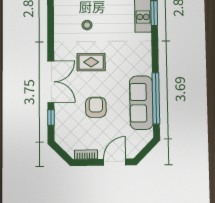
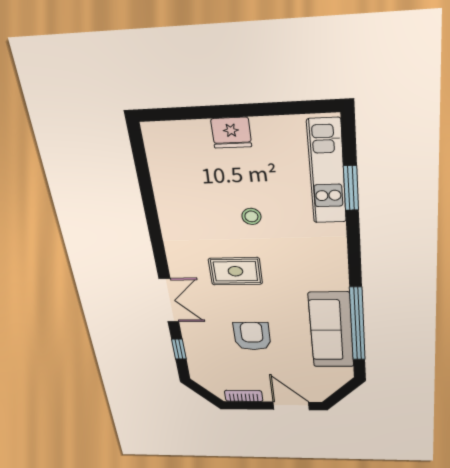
stool: (87, 25) -> (251, 216), moved
double door: (51, 82) -> (169, 300), width x0.73
door: (115, 162) -> (291, 406), hinge flipped

